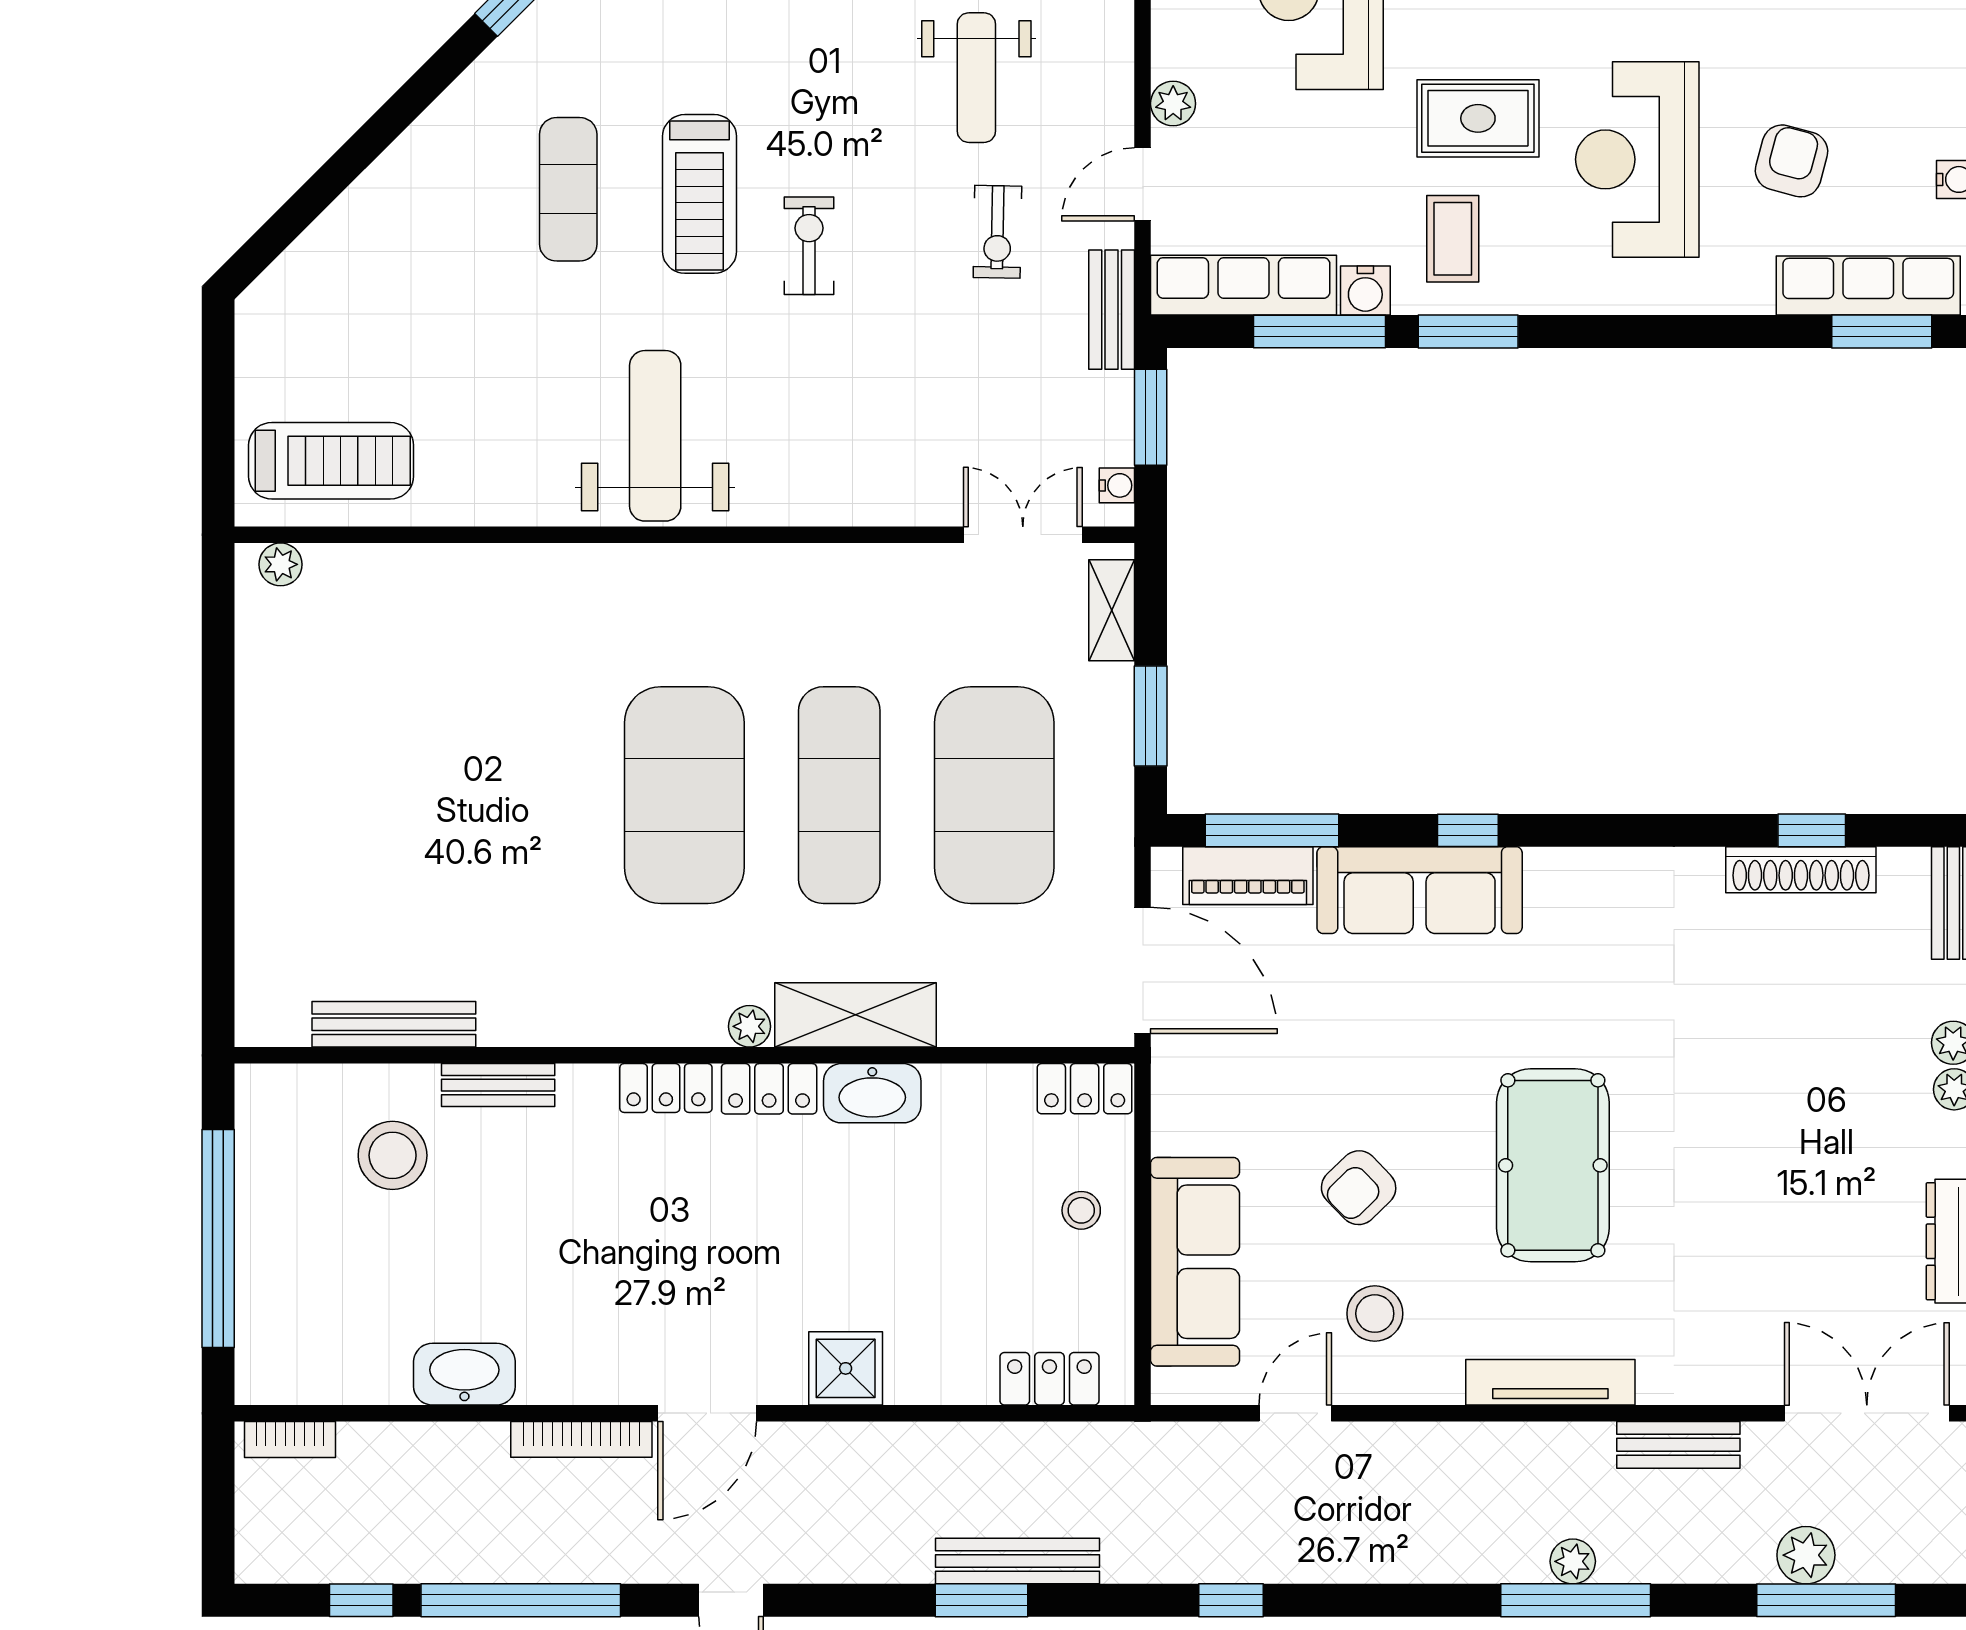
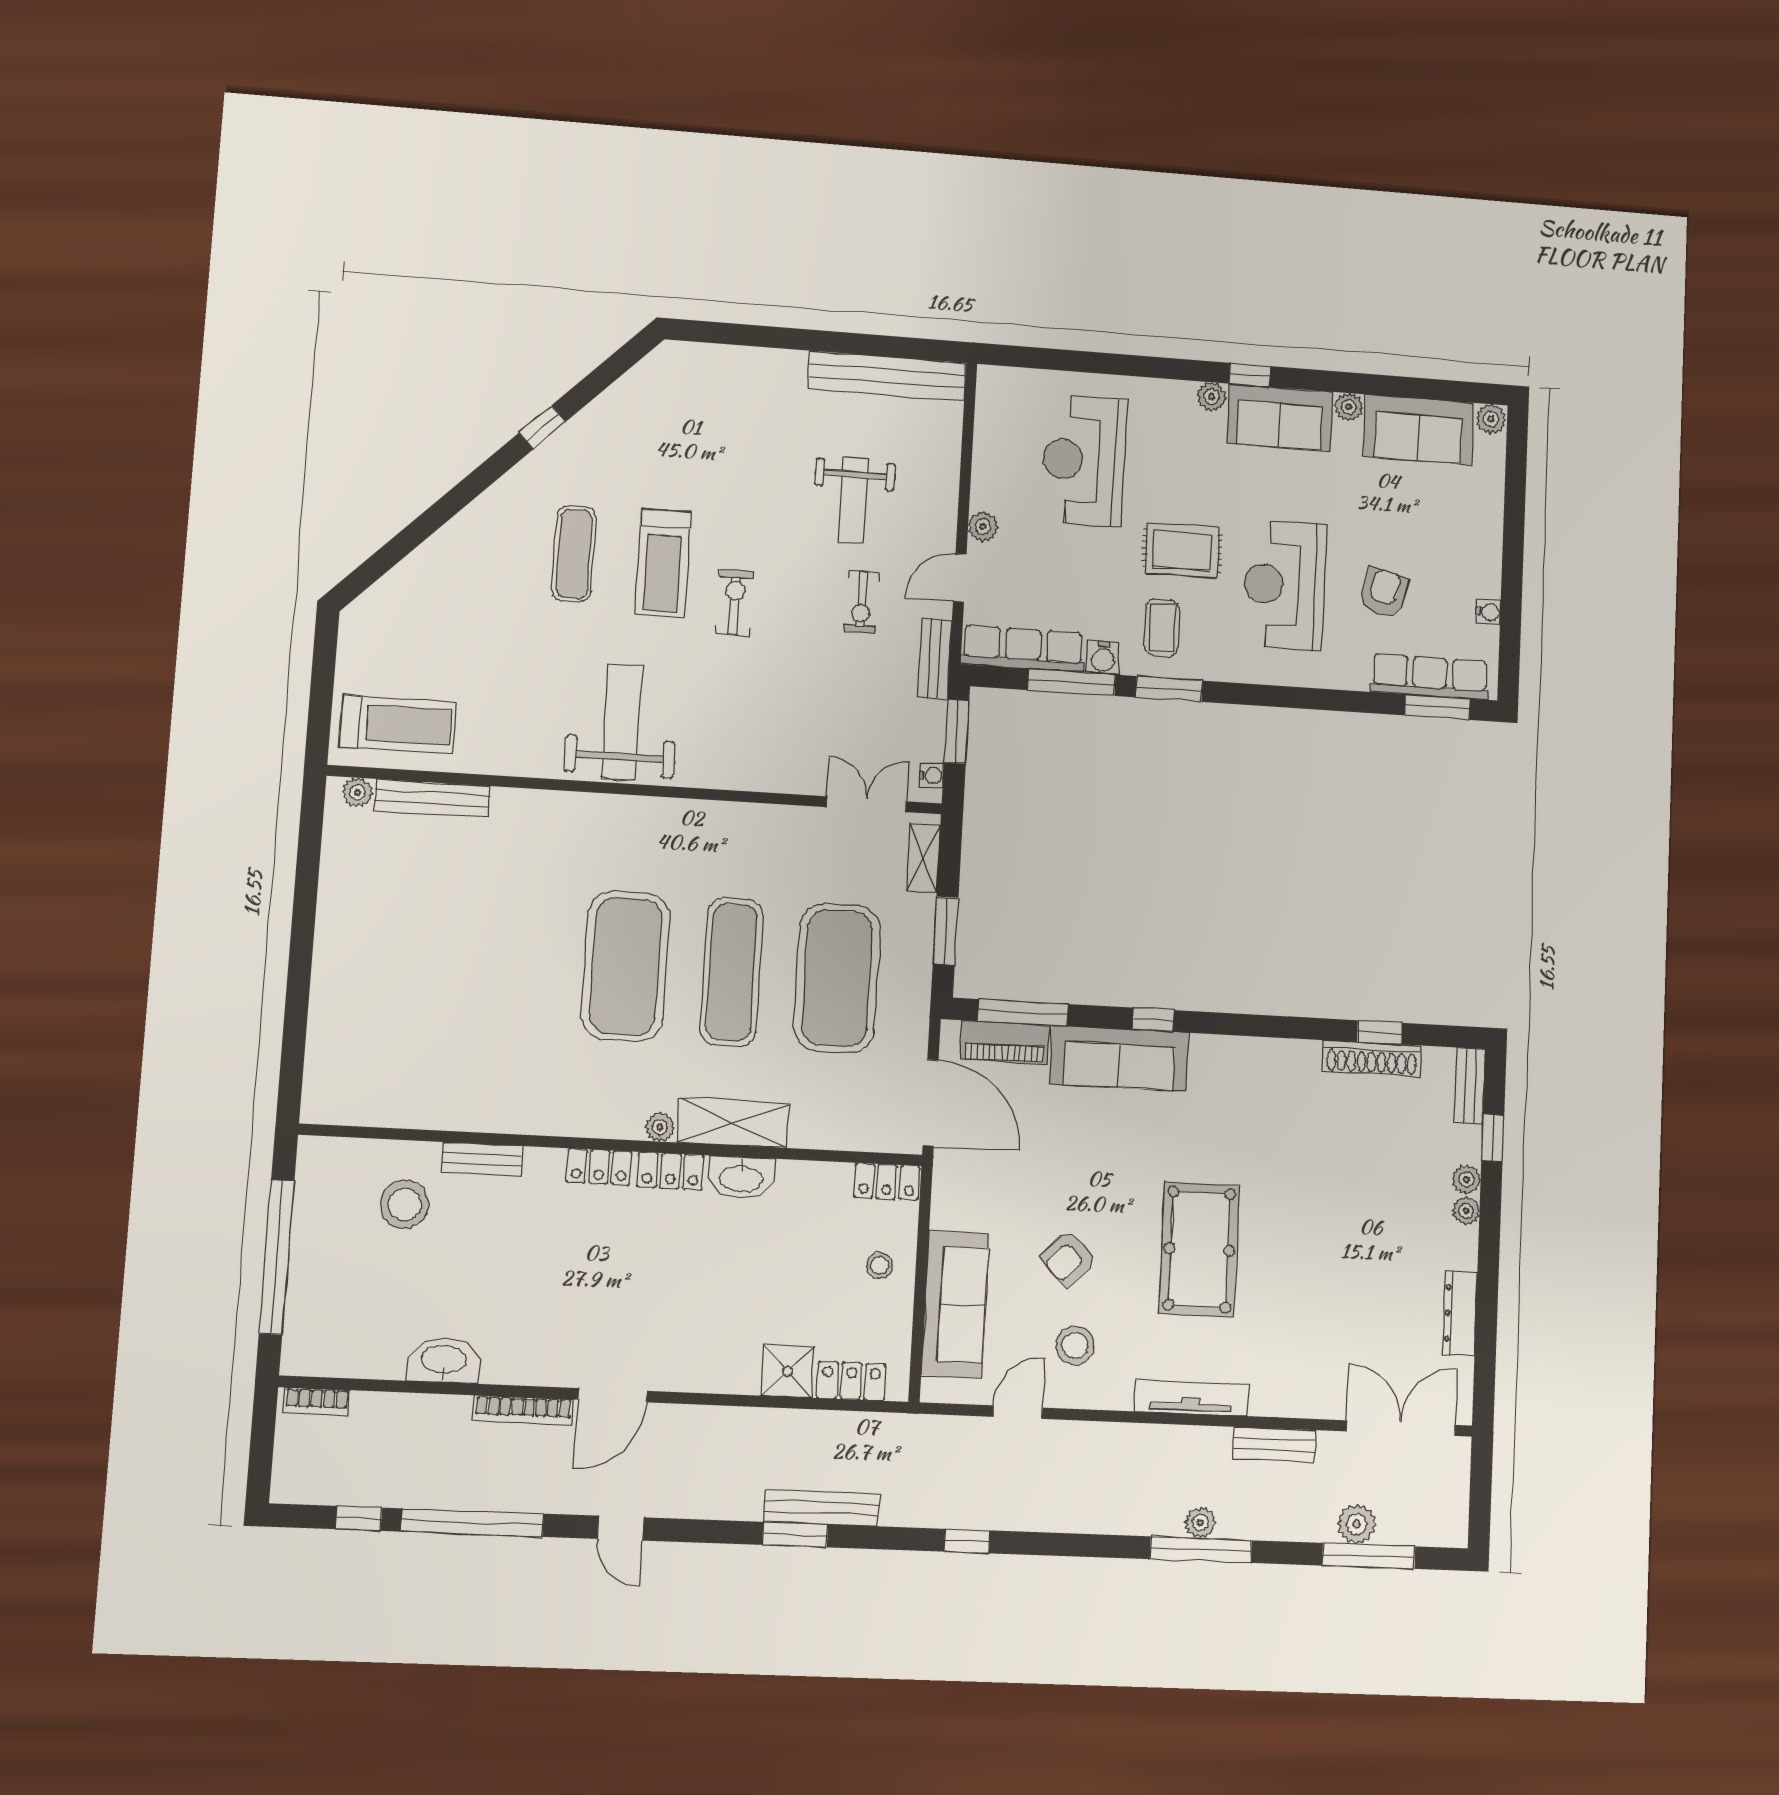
bench: (394, 1024) -> (432, 798), moved
shower: (846, 1368) -> (788, 1371), moved

